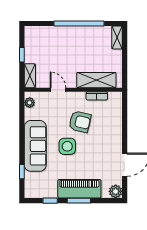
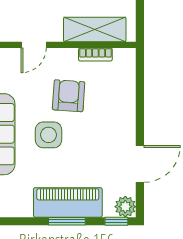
door: (58, 90) -> (34, 45), swing flipped
armchair: (80, 122) -> (69, 96), turned -99
window: (50, 201) -> (116, 221), moved

